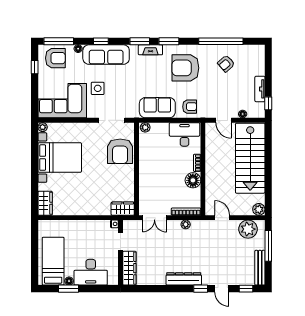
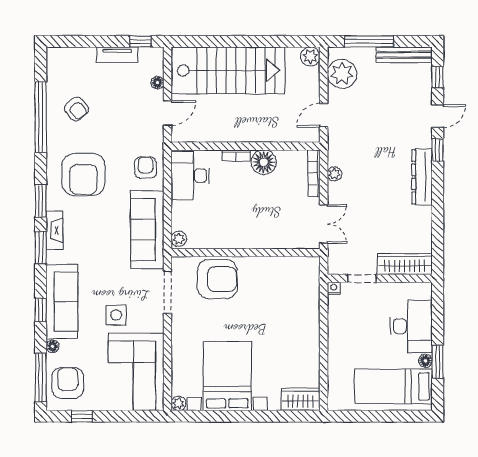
sofa: (157, 108) -> (147, 230), width x1.36
wardrobe: (123, 209) -> (309, 275), removed

